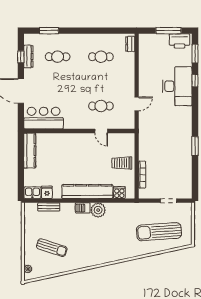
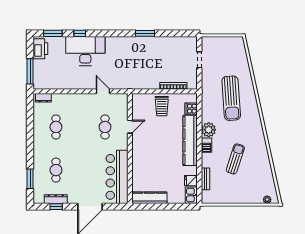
window: (169, 31) -> (30, 71), moved
bar counter: (44, 118) -> (117, 177), width x1.36
sun lounger: (159, 232) -> (231, 98), moved
sun lounger: (52, 248) -> (235, 159), moved

